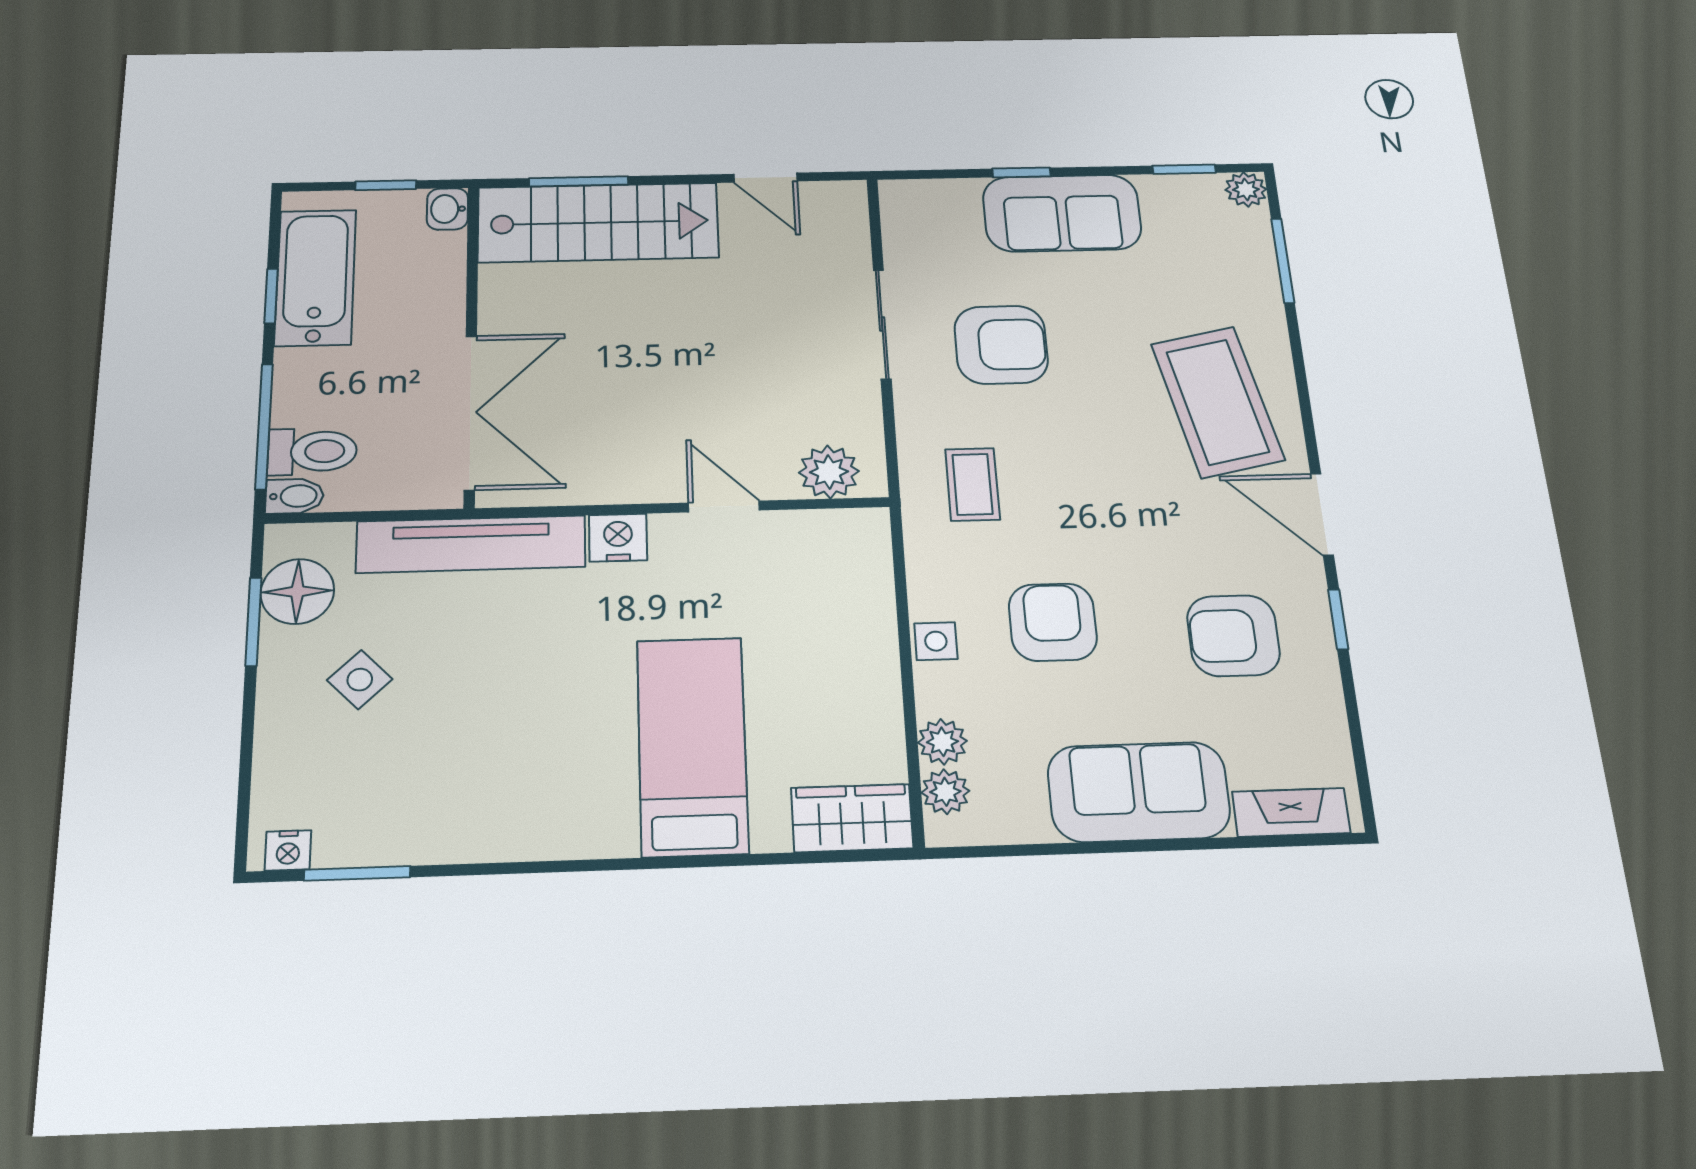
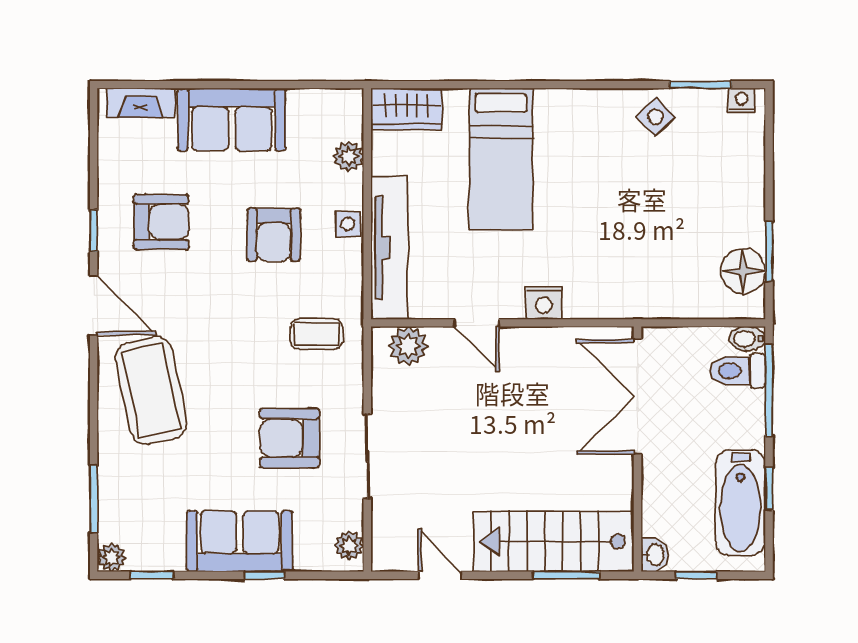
coffee table: (972, 484) -> (317, 334), turned 90
tv unit: (471, 544) -> (389, 248), moved, turned 90
side table: (360, 680) -> (655, 117), moved
plant: (945, 792) -> (349, 546), moved

